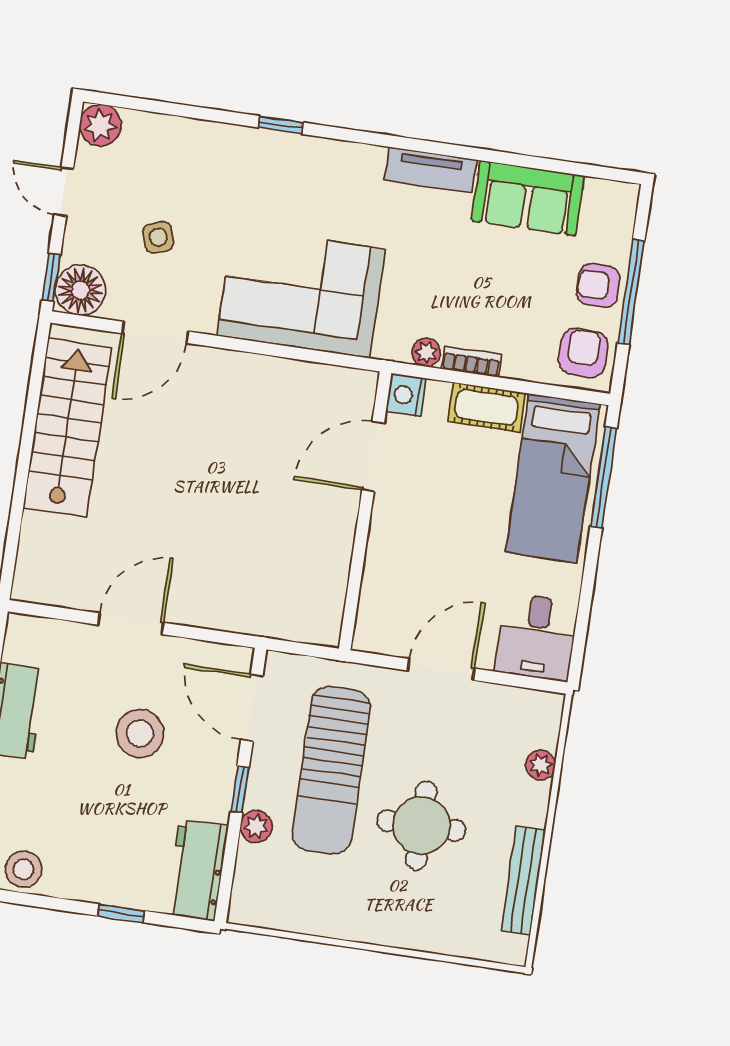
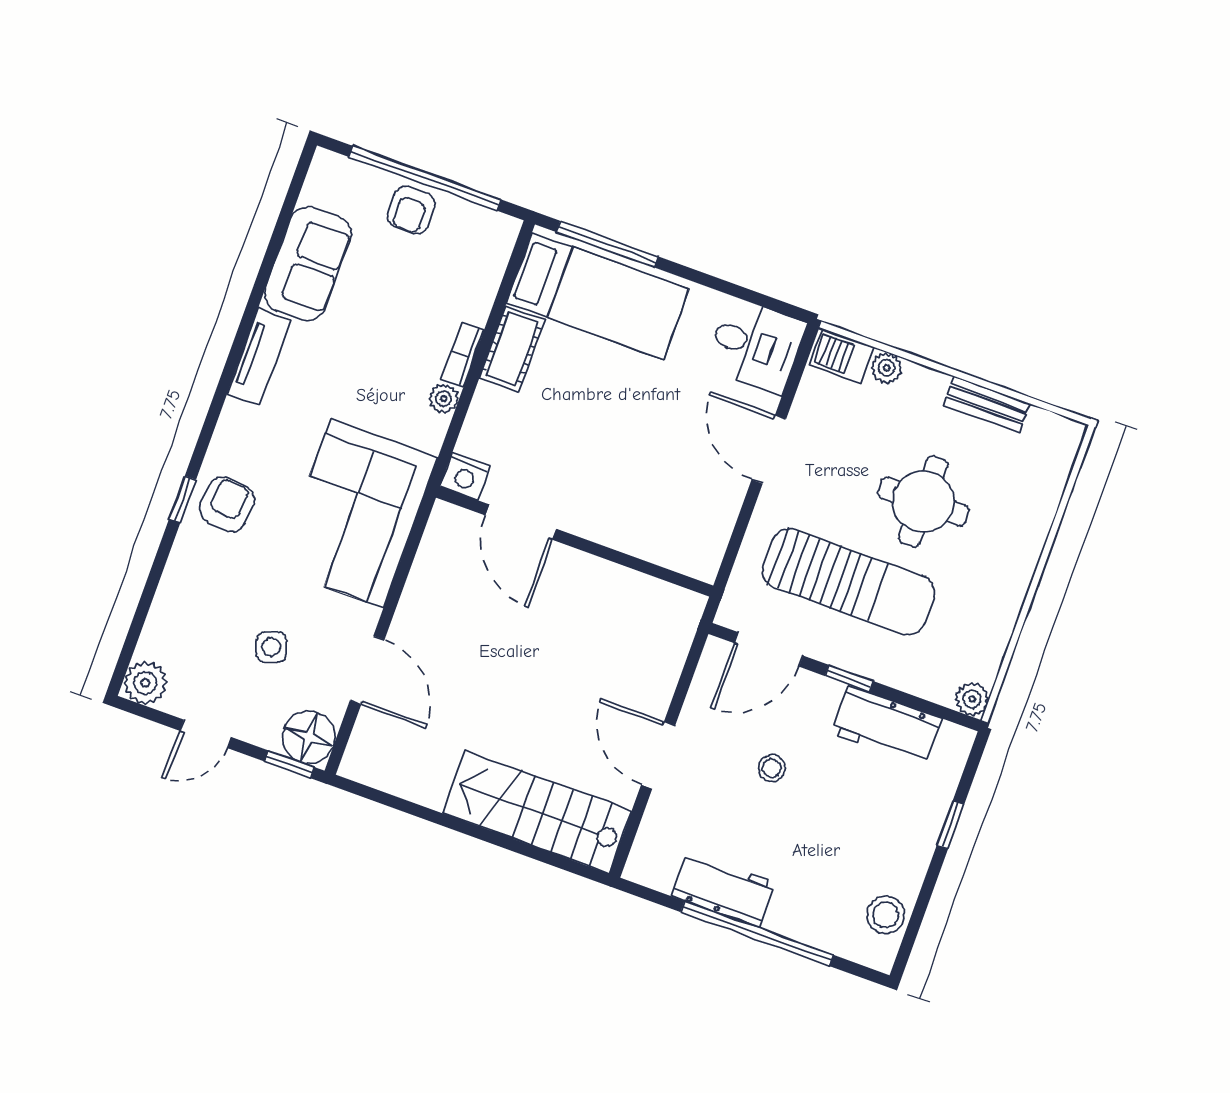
window: (631, 292) -> (425, 178), width x1.46
armchair: (583, 353) -> (227, 504), moved, turned 95
nightstand: (406, 395) -> (465, 476), moved
stairs: (67, 428) -> (537, 812), moved
door: (373, 456) -> (521, 522), moved
wall: (365, 511) -> (575, 542), moved
barbecue: (543, 720) -> (842, 356), added
stool: (140, 734) -> (772, 768), width x0.53, depth x0.53
plant: (256, 826) -> (972, 699), moved
workbench: (197, 870) -> (886, 726), moved
bench: (523, 881) -> (987, 404), width x0.73

